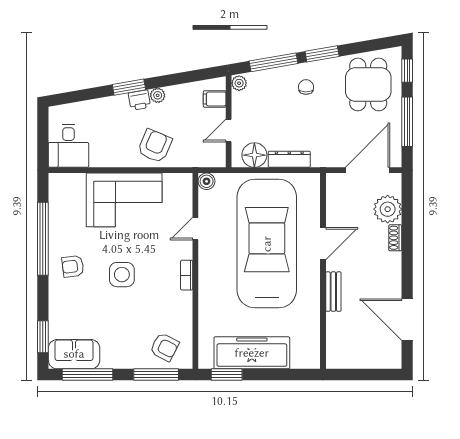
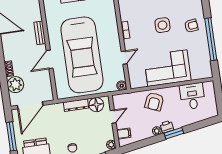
desk: (68, 146) -> (192, 96), moved

